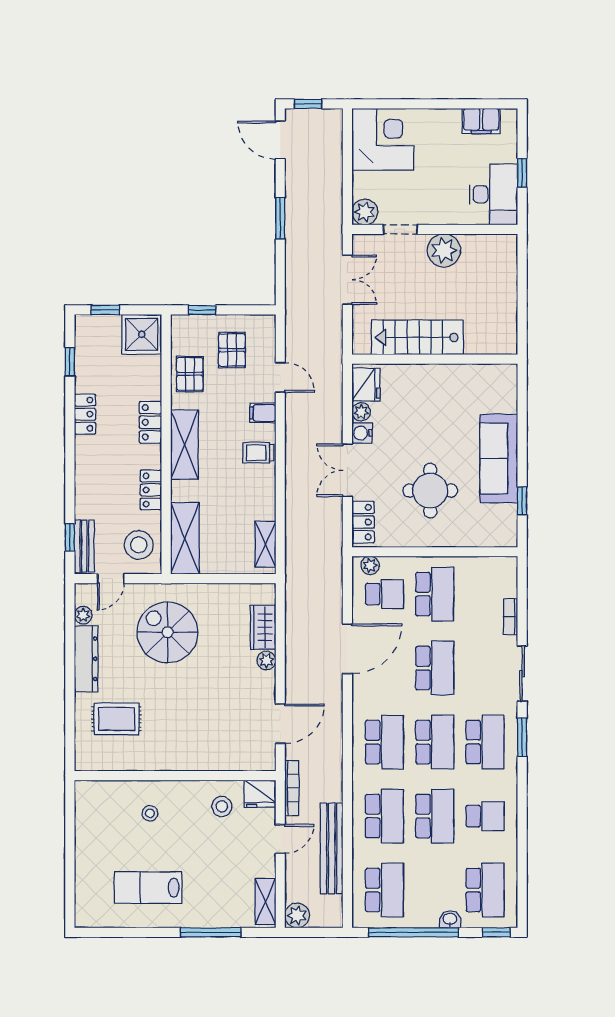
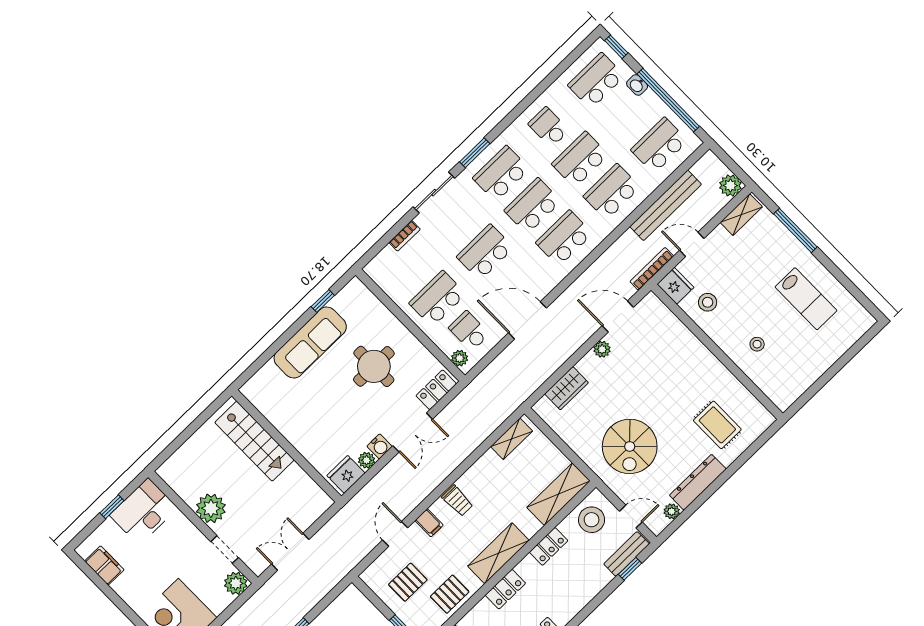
stairs: (417, 337) -> (254, 441), moved
plant: (266, 660) -> (602, 349), moved

